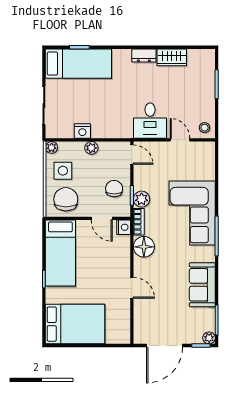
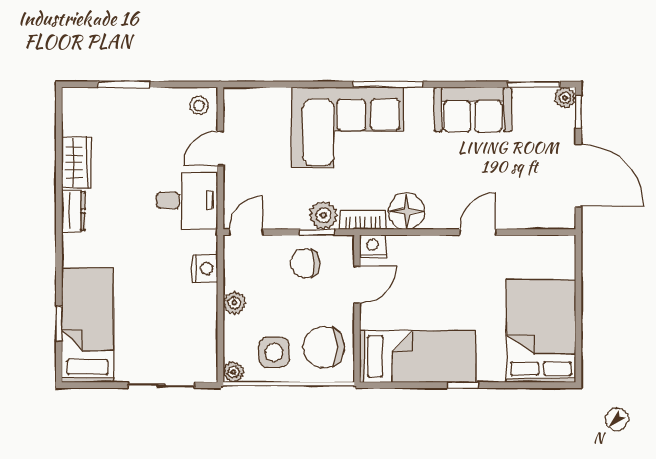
nightstand: (82, 131) -> (205, 268), moved

